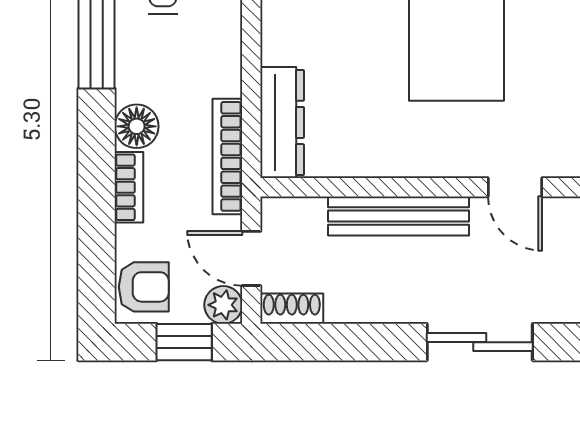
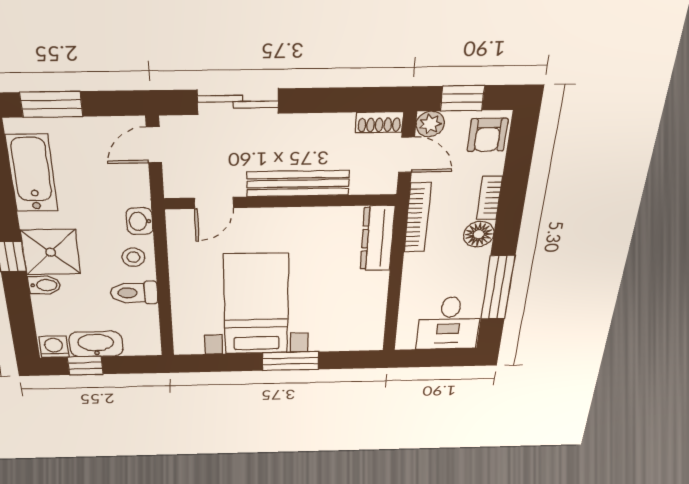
door: (515, 187) -> (214, 203), swing flipped
armchair: (144, 287) -> (488, 135), turned -90

